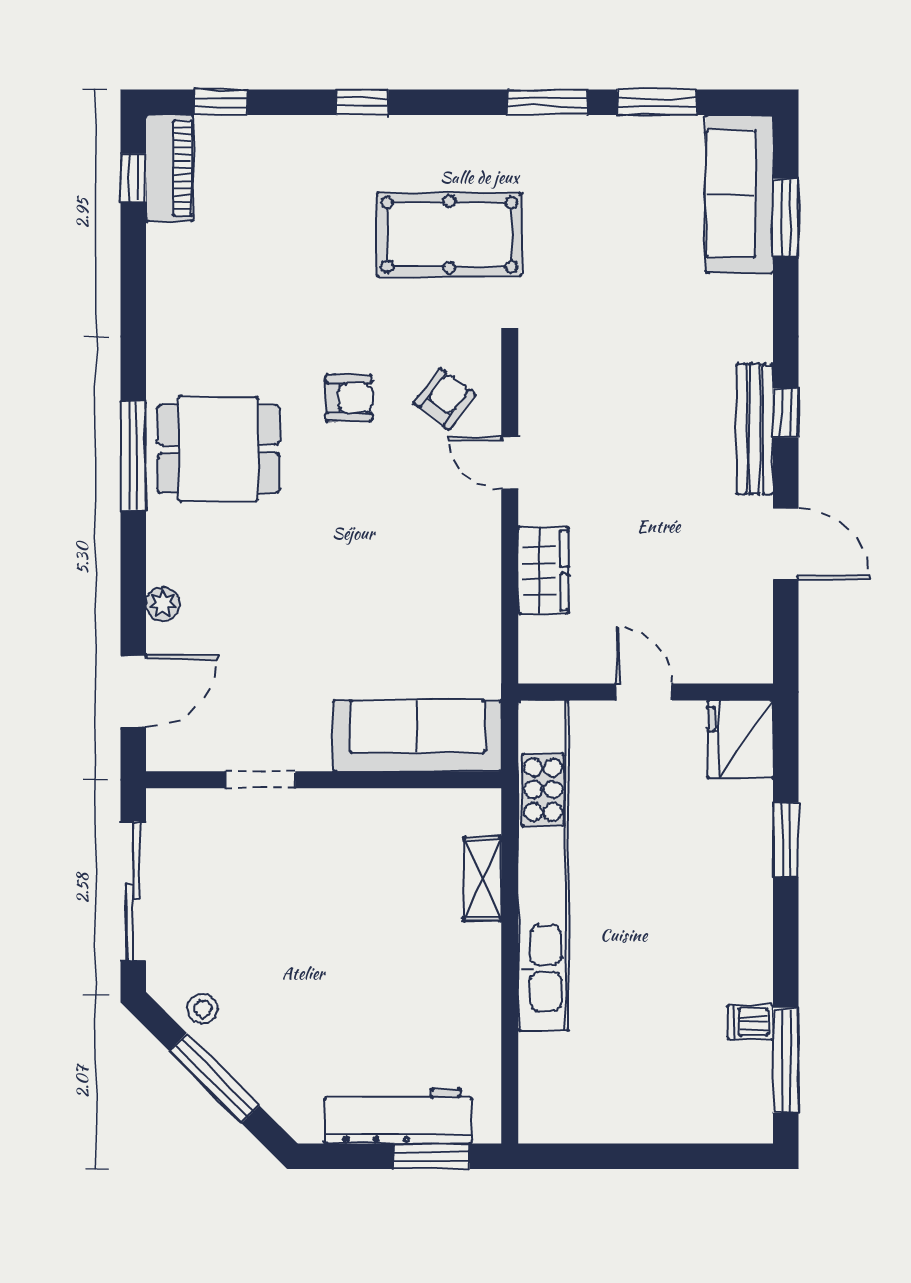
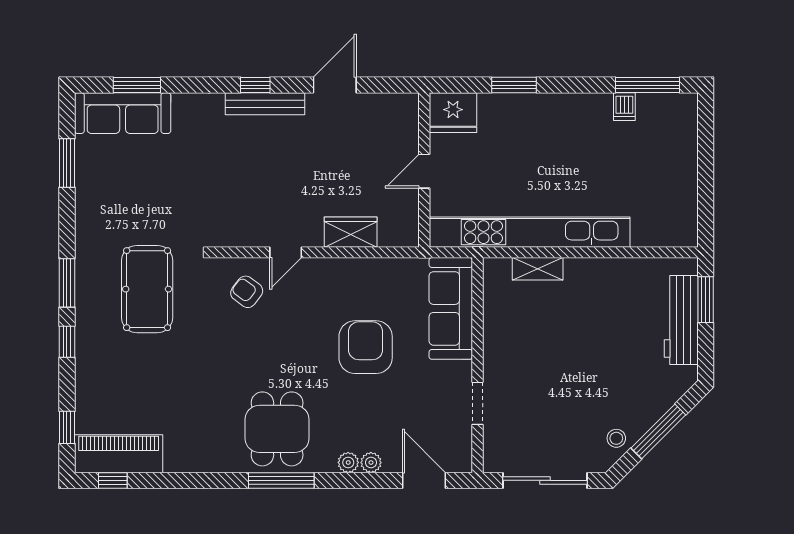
window: (547, 102) -> (67, 283), moved
piano: (170, 168) -> (119, 454), width x1.37, depth x1.33
armchair: (349, 398) -> (366, 347), moved, width x1.88, depth x1.88
plant: (163, 566) -> (348, 462), added

